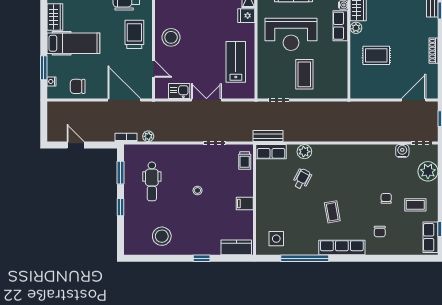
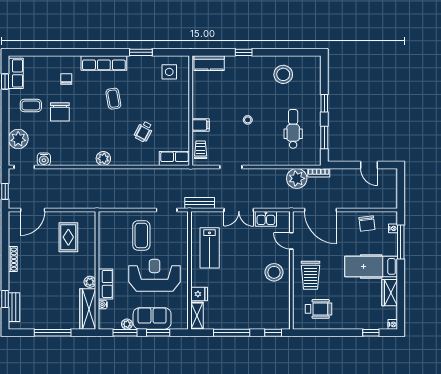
rug: (376, 55) -> (68, 237), moved, turned 90
window: (44, 68) -> (401, 242), width x1.44
chair: (78, 86) -> (367, 223), turned 83
plant: (148, 136) -> (297, 178), width x1.88, depth x1.88
bench: (268, 136) -> (200, 203), moved
plant: (304, 152) -> (103, 159), moved
chair: (386, 198) -> (60, 112), width x1.87, depth x1.87
filing cabinet: (245, 203) -> (201, 125), moved
window: (305, 258) -> (141, 52), width x0.47

